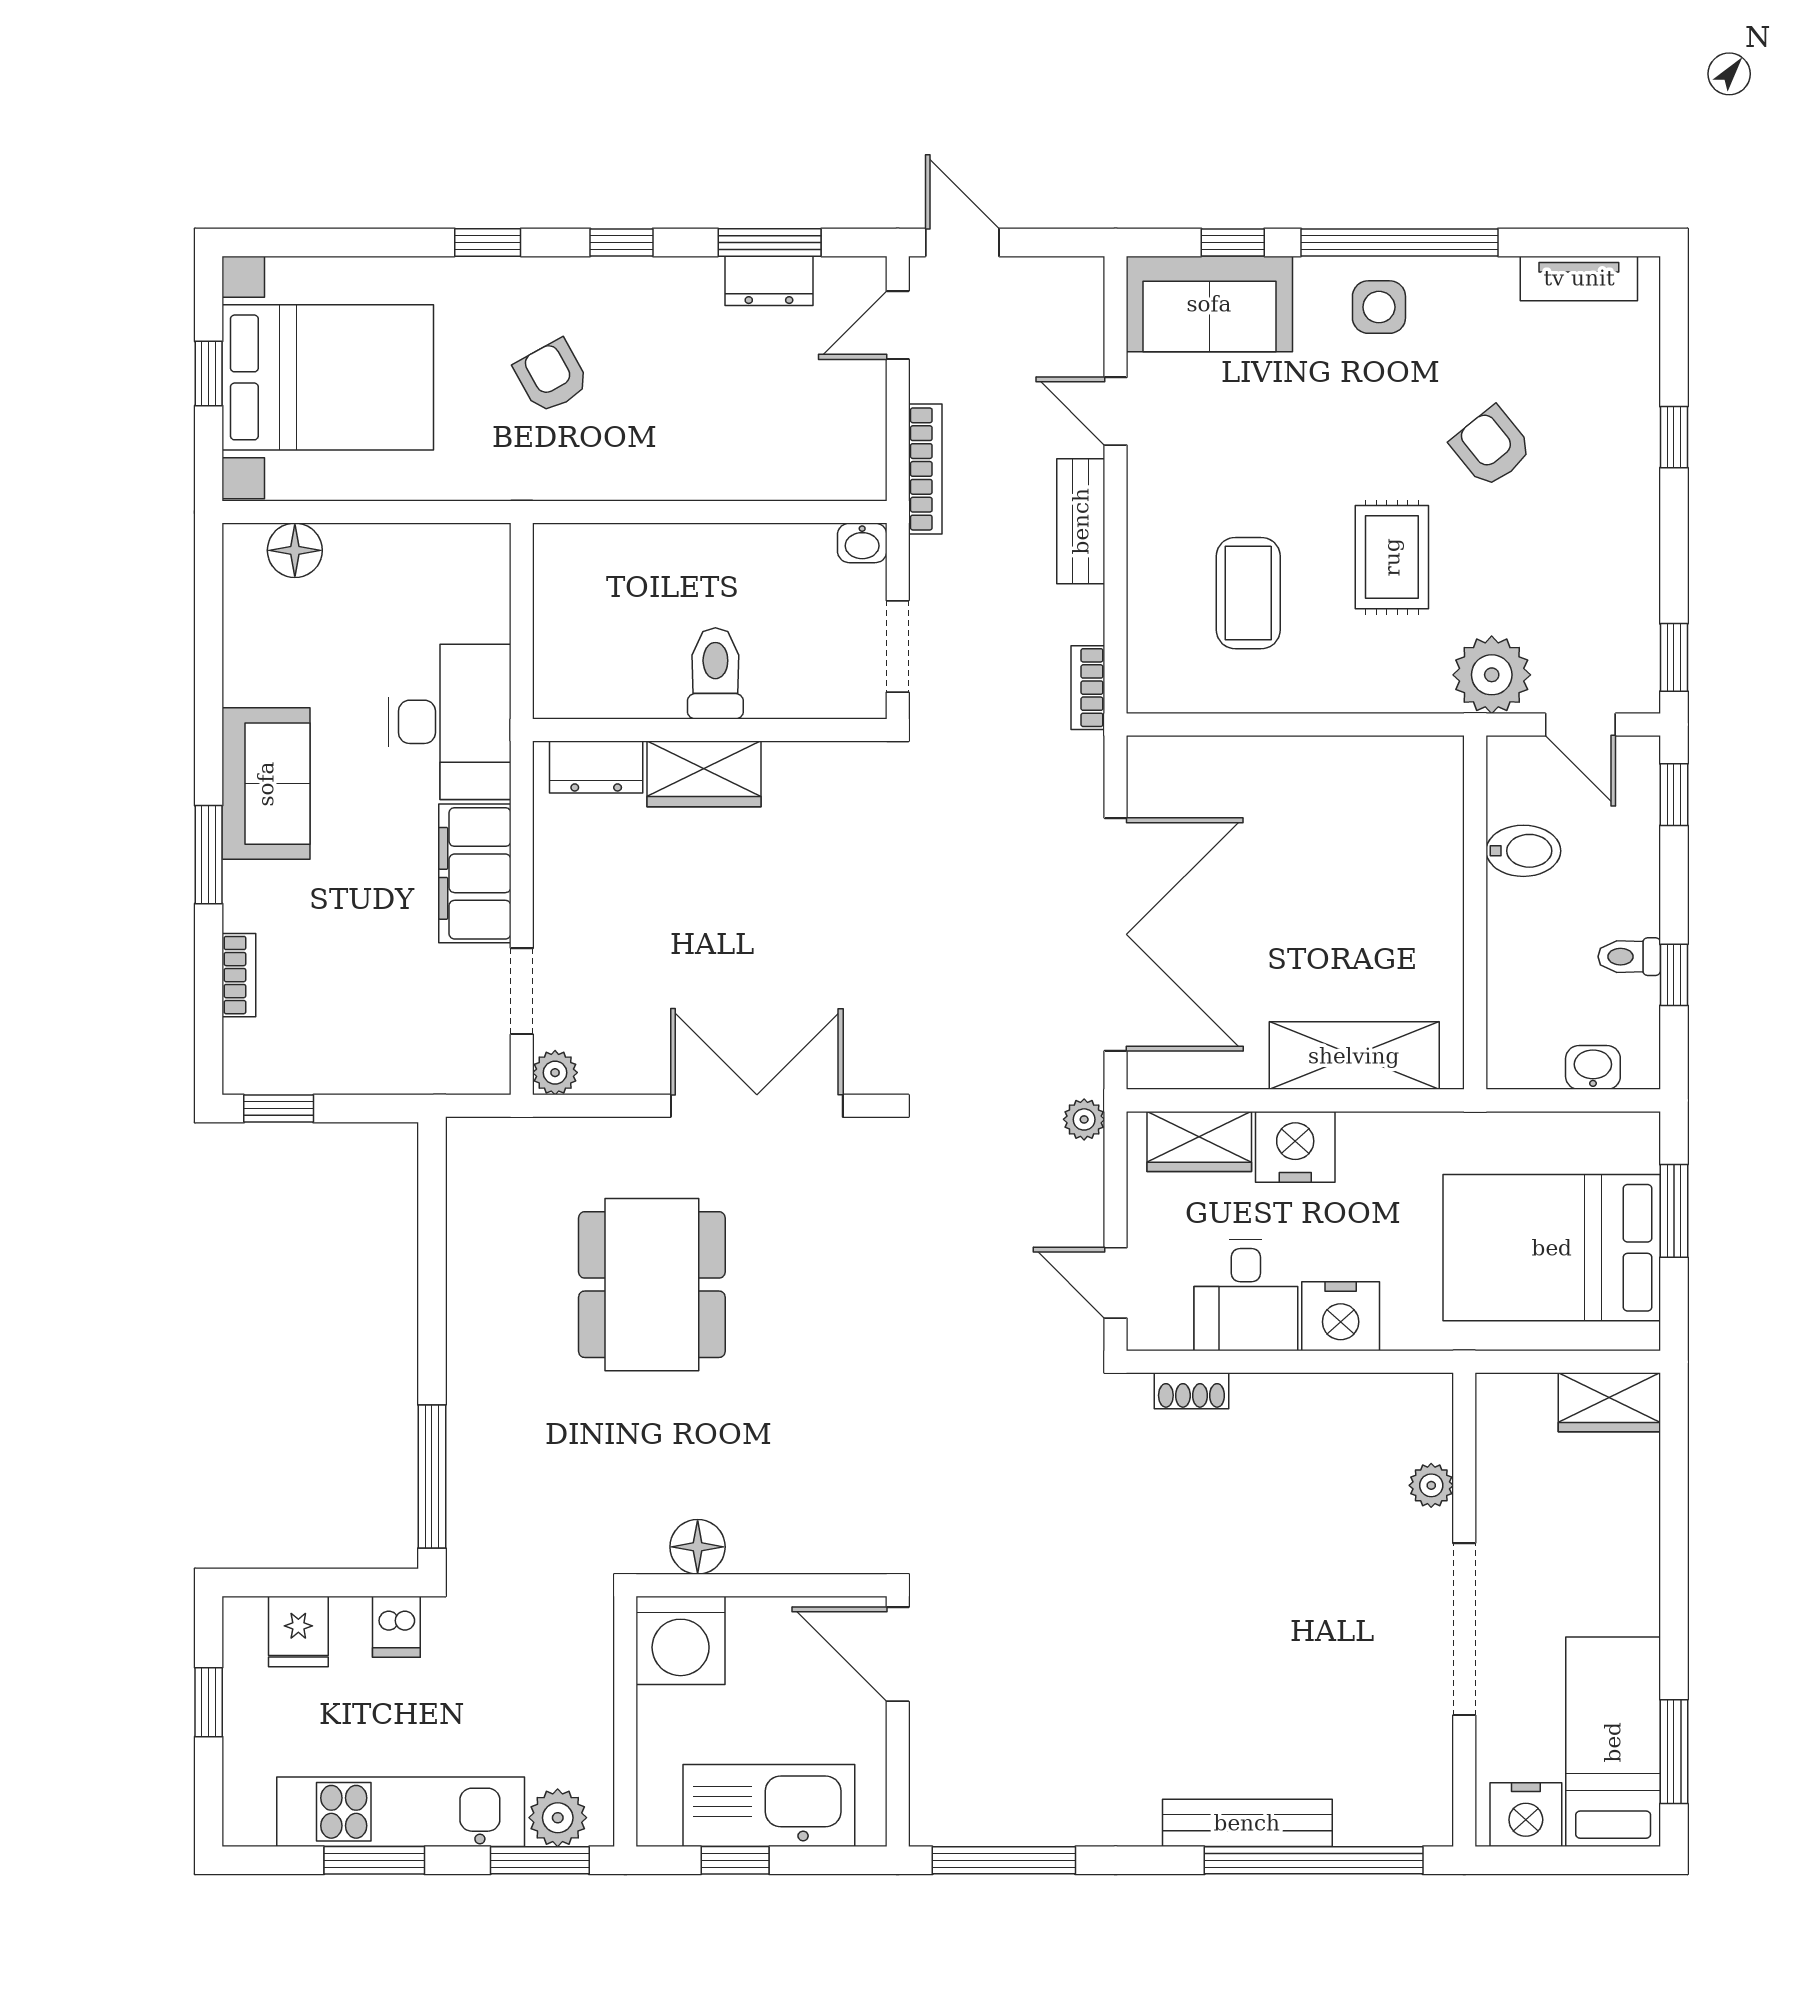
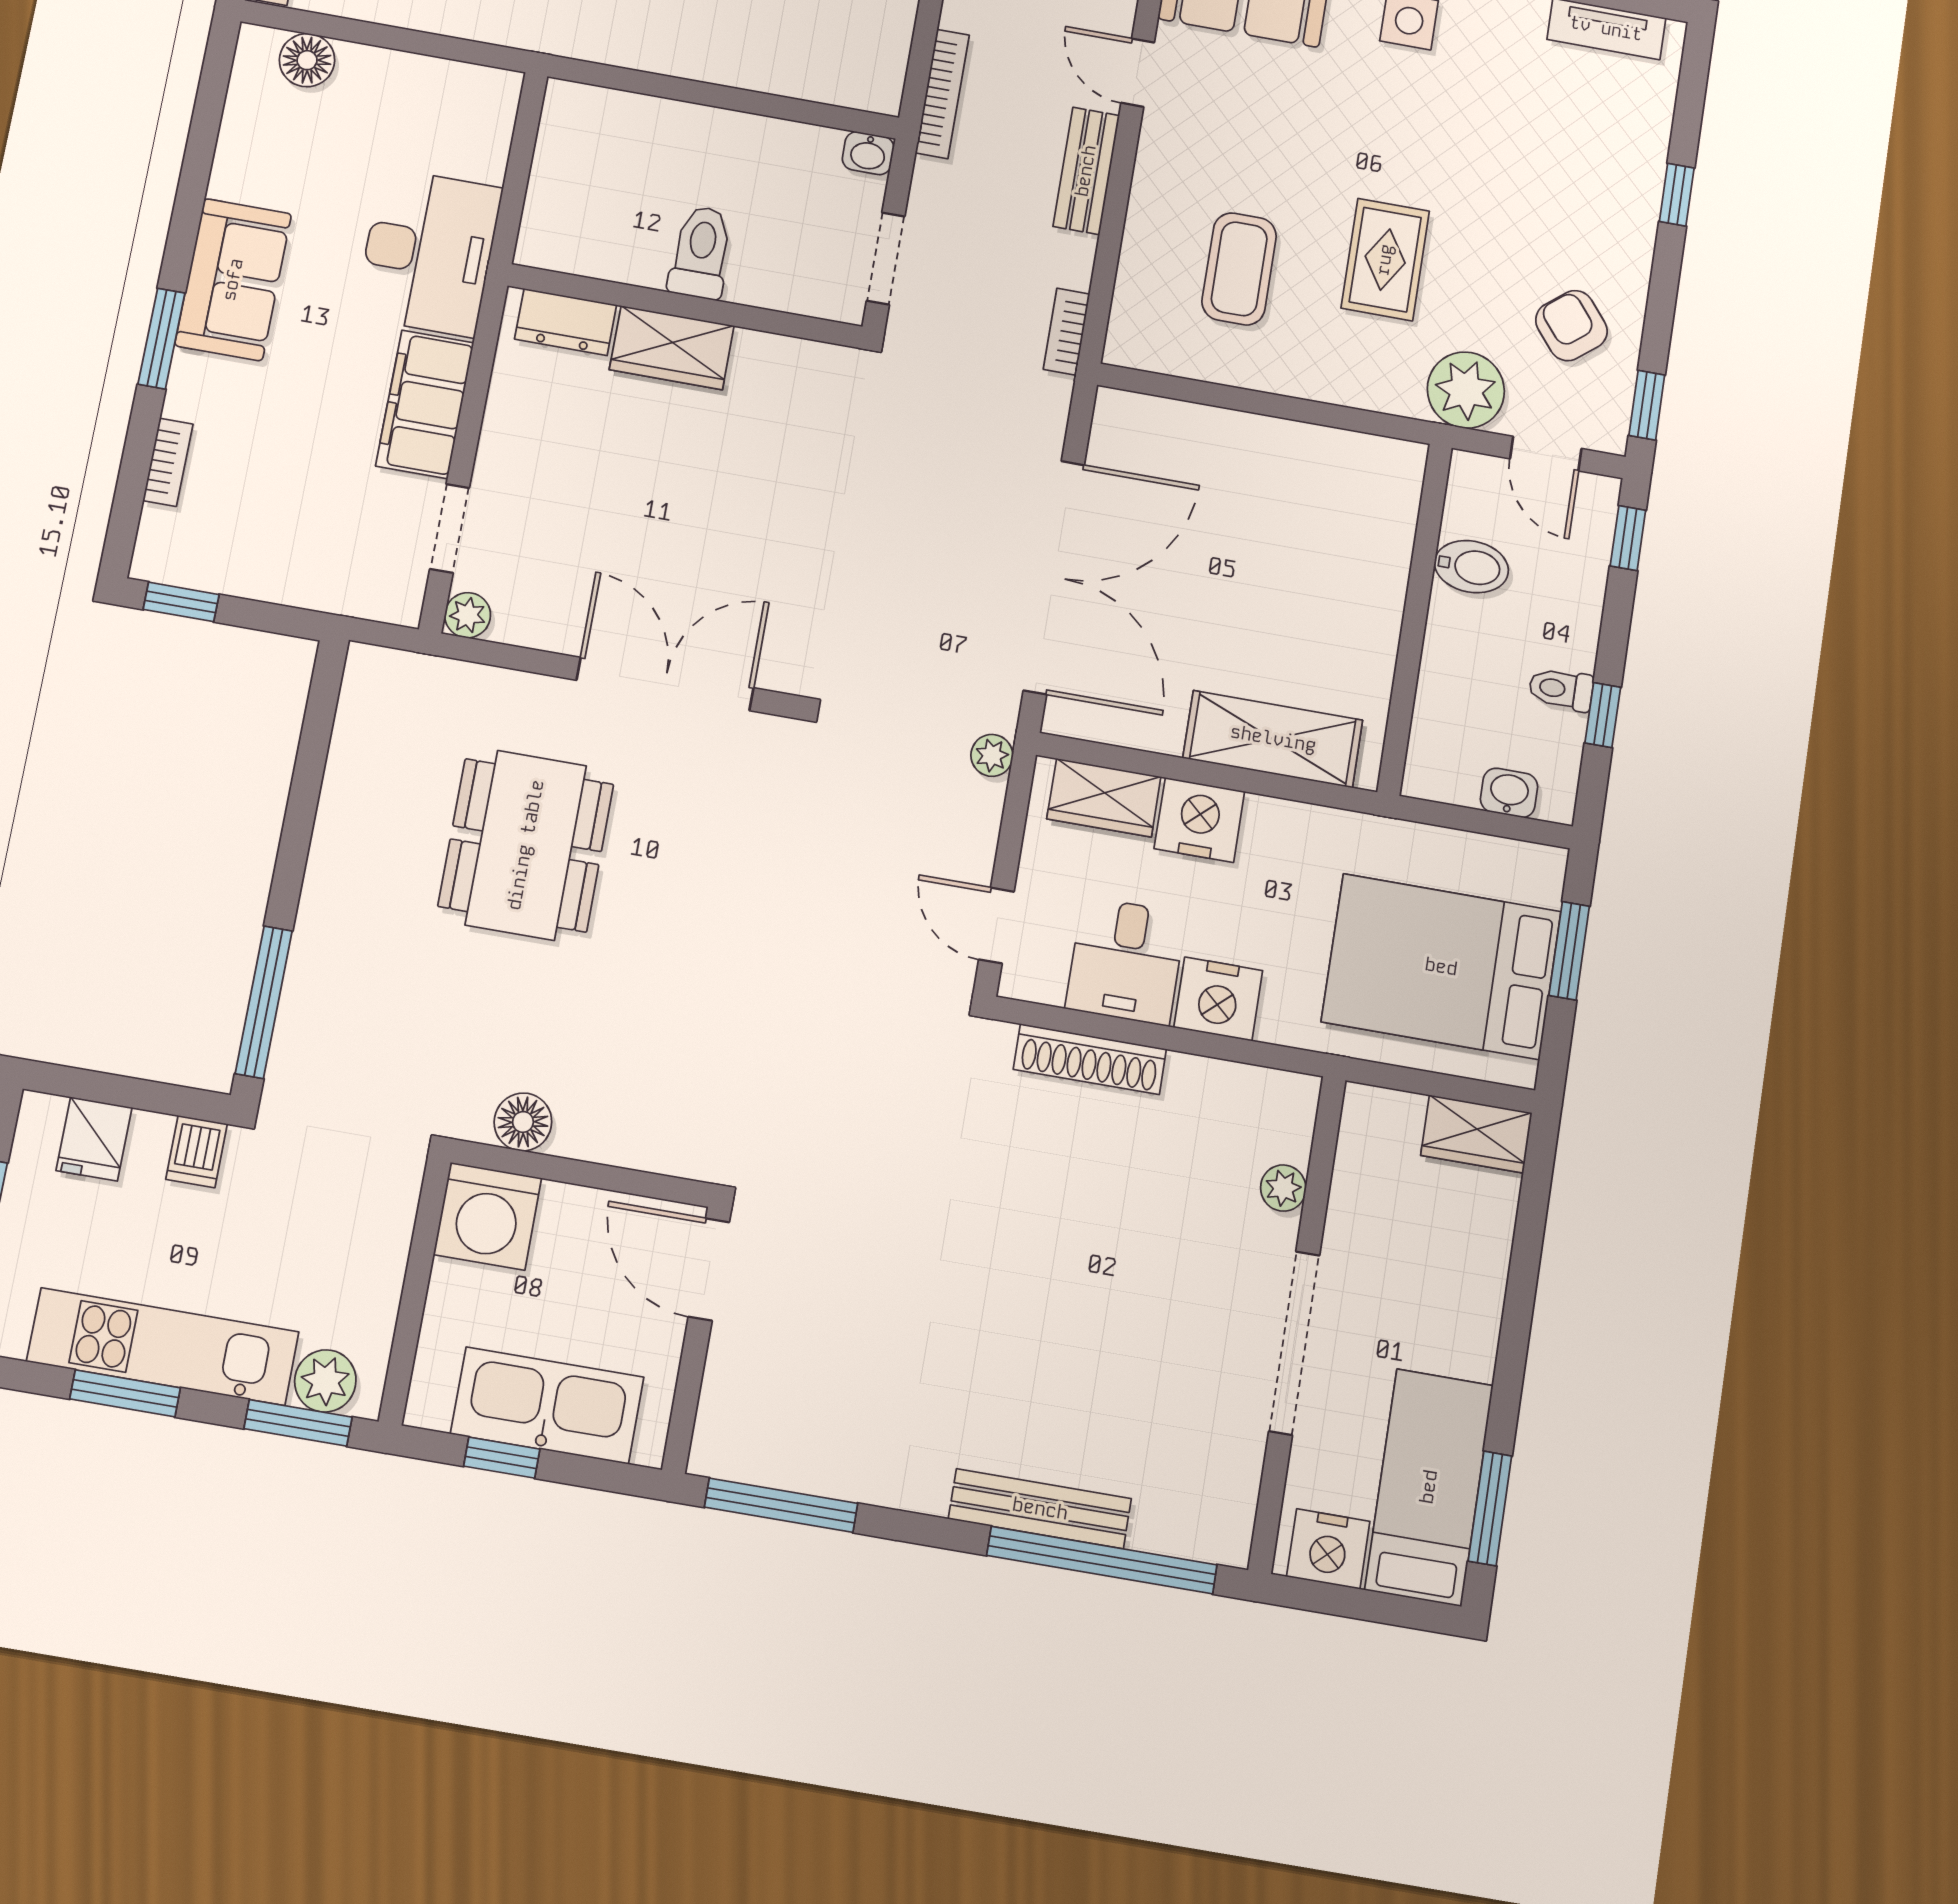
armchair: (1491, 447) -> (1571, 326), moved
shoe rack: (1191, 1391) -> (1090, 1059), width x1.94, depth x1.24

